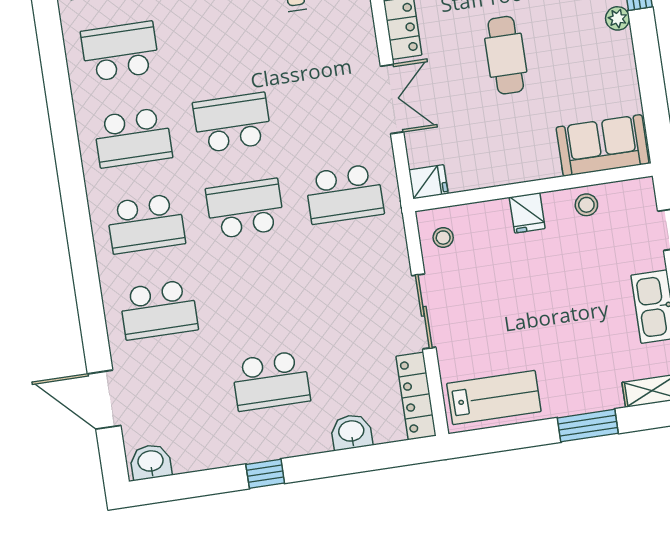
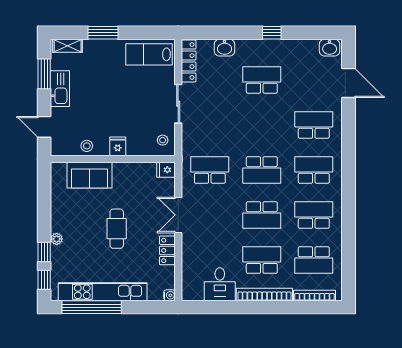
school desk: (219, 37) -> (262, 260), added
sofa: (603, 145) -> (89, 175), moved

